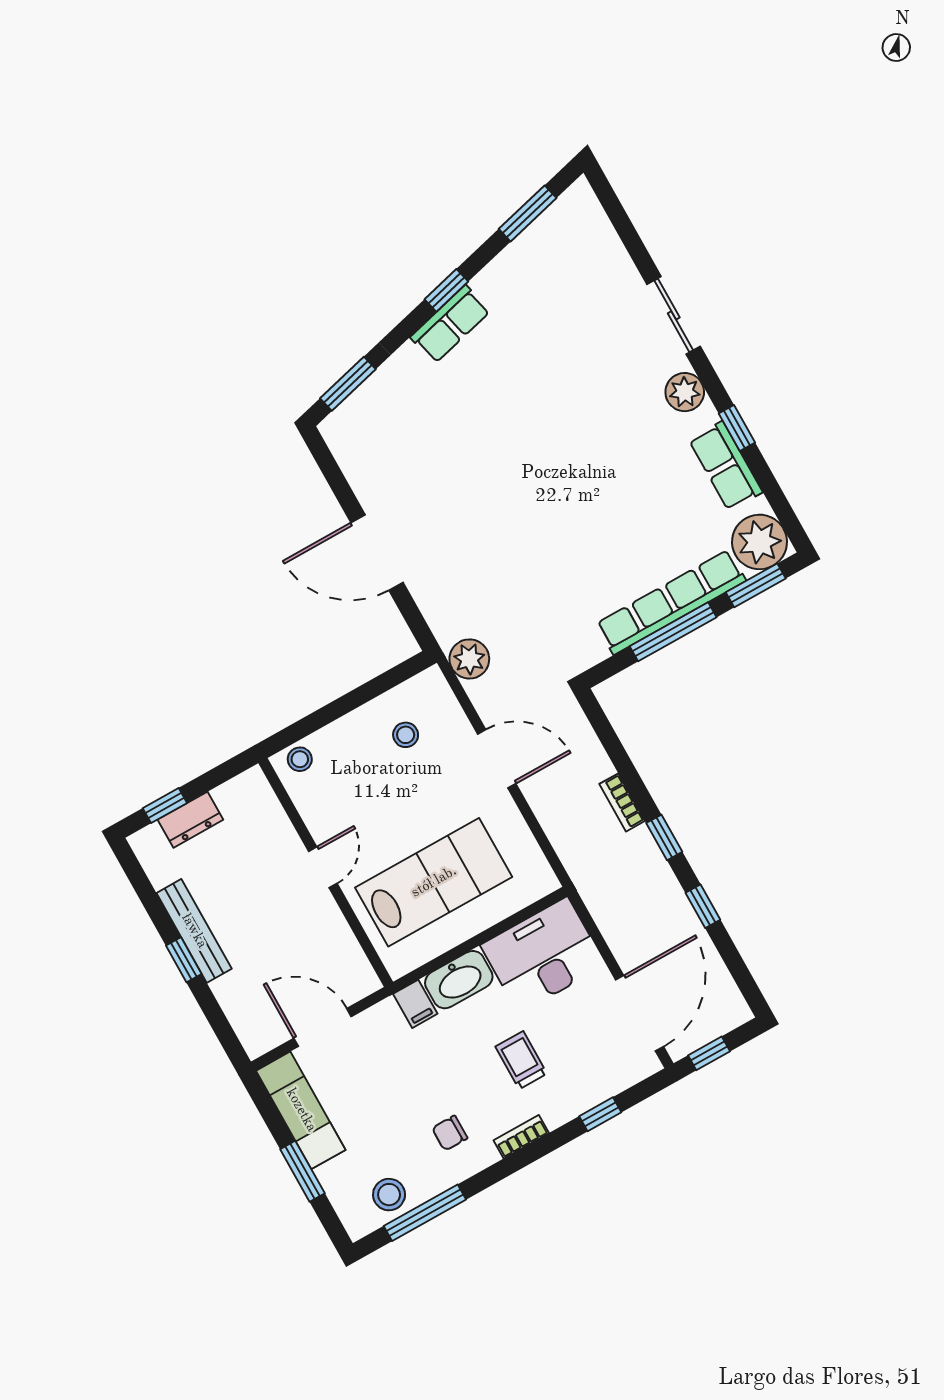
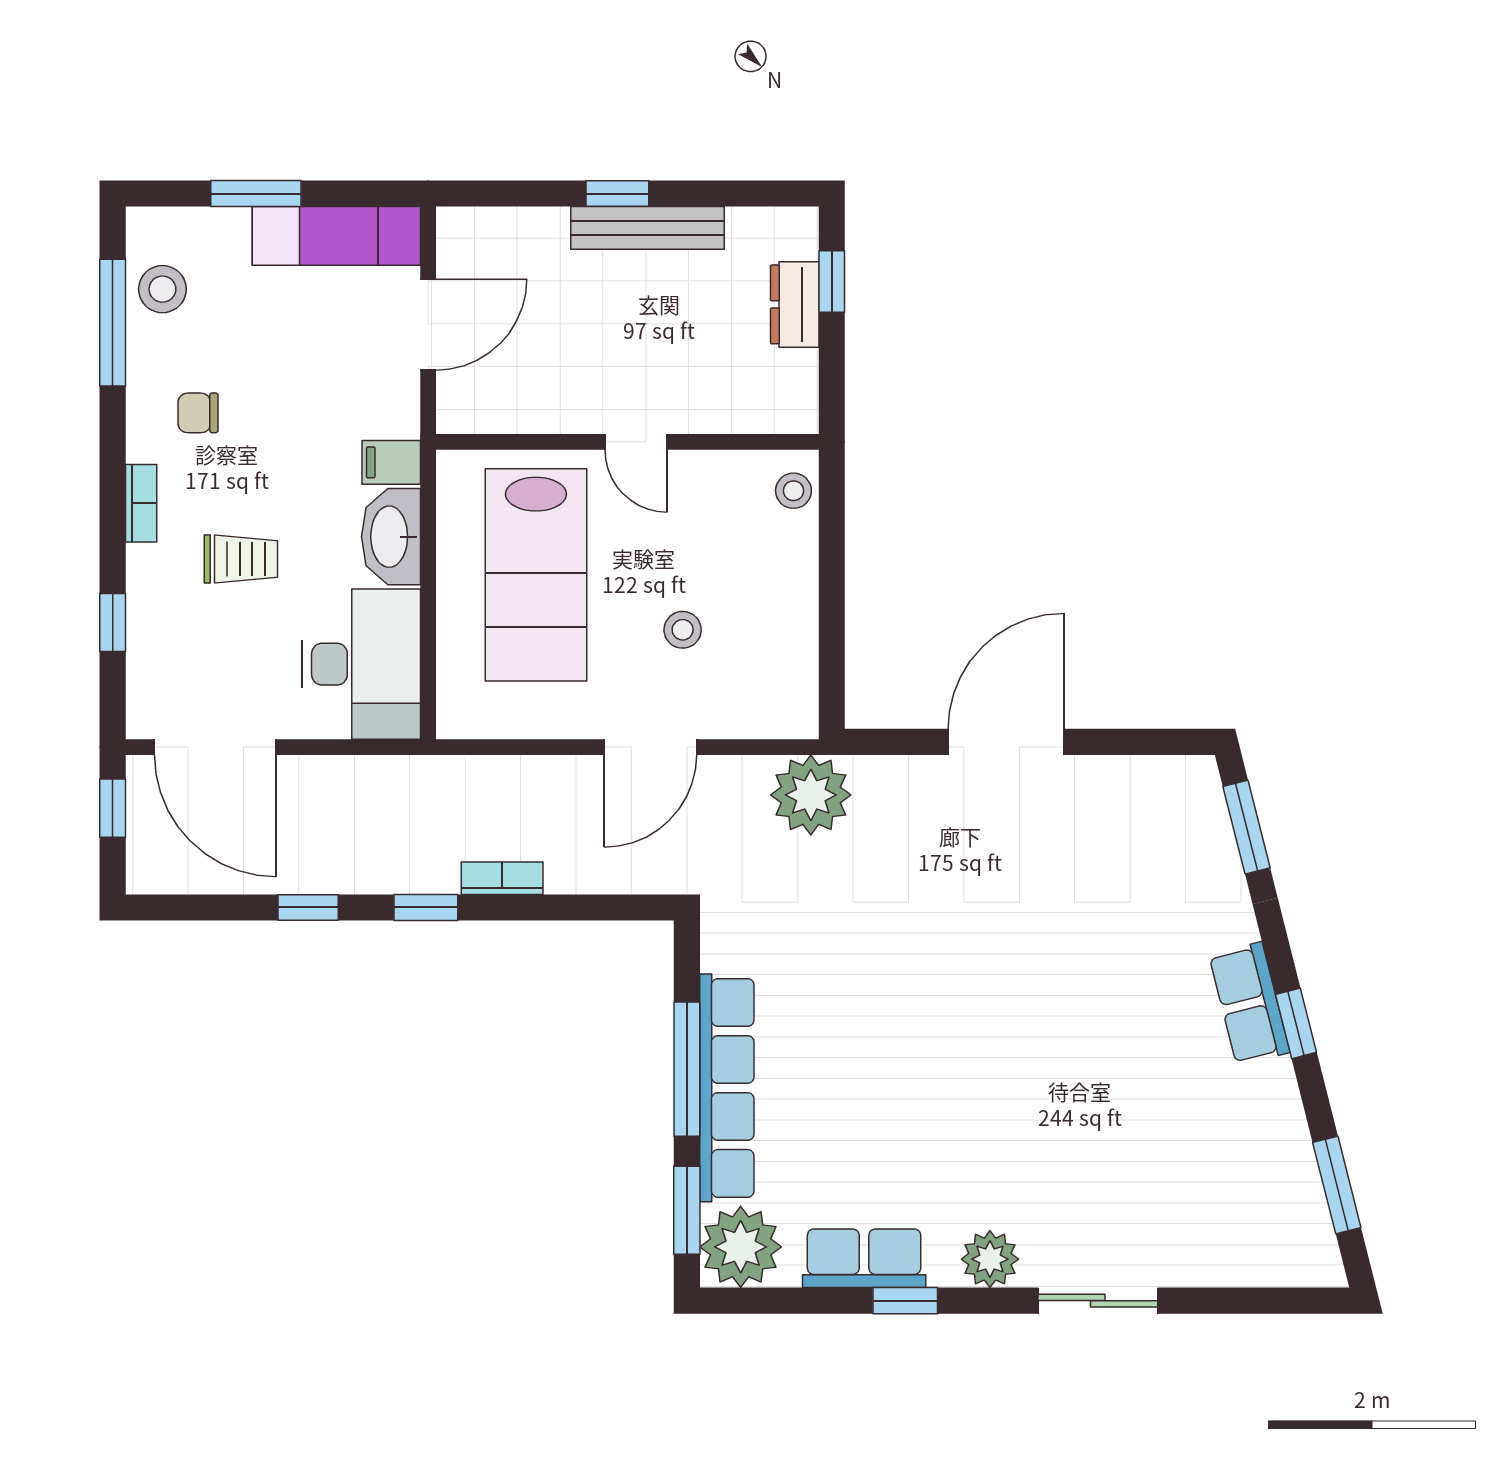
plant: (469, 659) -> (811, 795), width x1.36, depth x1.36
stool: (406, 735) -> (683, 630), moved
chair: (450, 1133) -> (198, 413), turned -90

